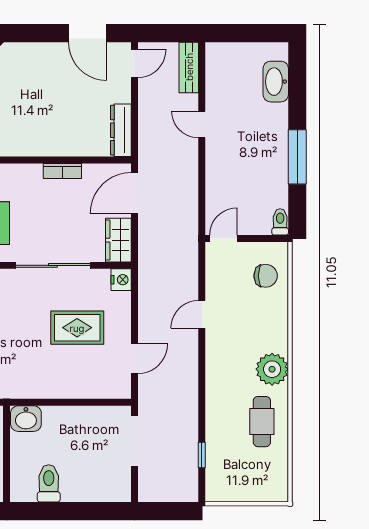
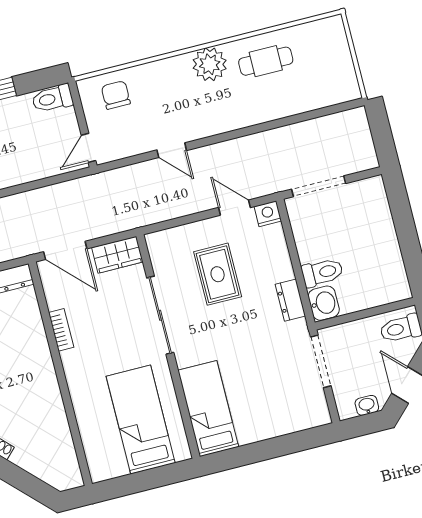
toilet: (280, 222) -> (52, 99), width x1.37, depth x1.39
door: (223, 238) -> (89, 148), hinge flipped
nightstand: (121, 280) -> (268, 214), moved
dresser: (36, 389) -> (290, 300), added
window: (202, 455) -> (315, 114), removed
toilet: (49, 483) -> (322, 272), moved, turned 180

